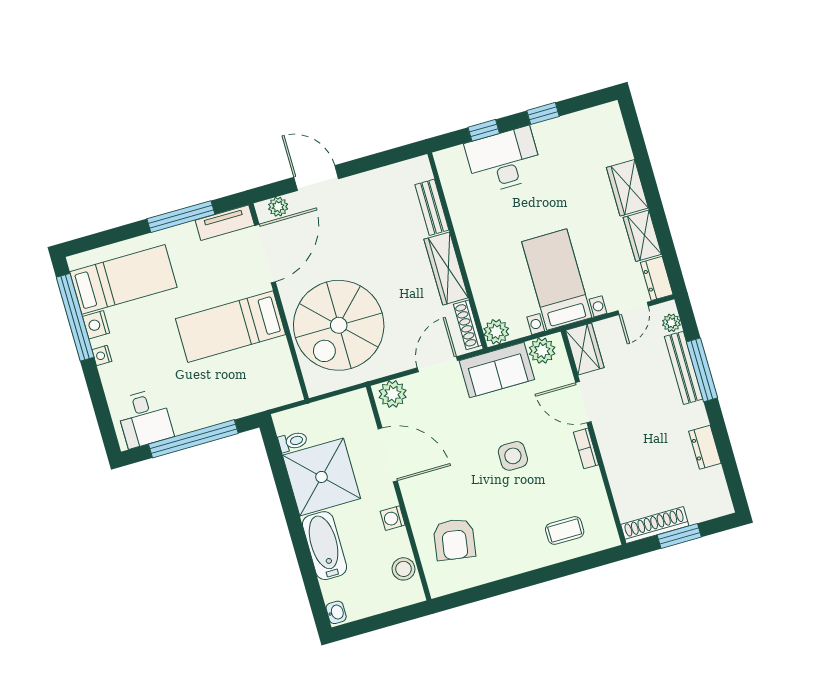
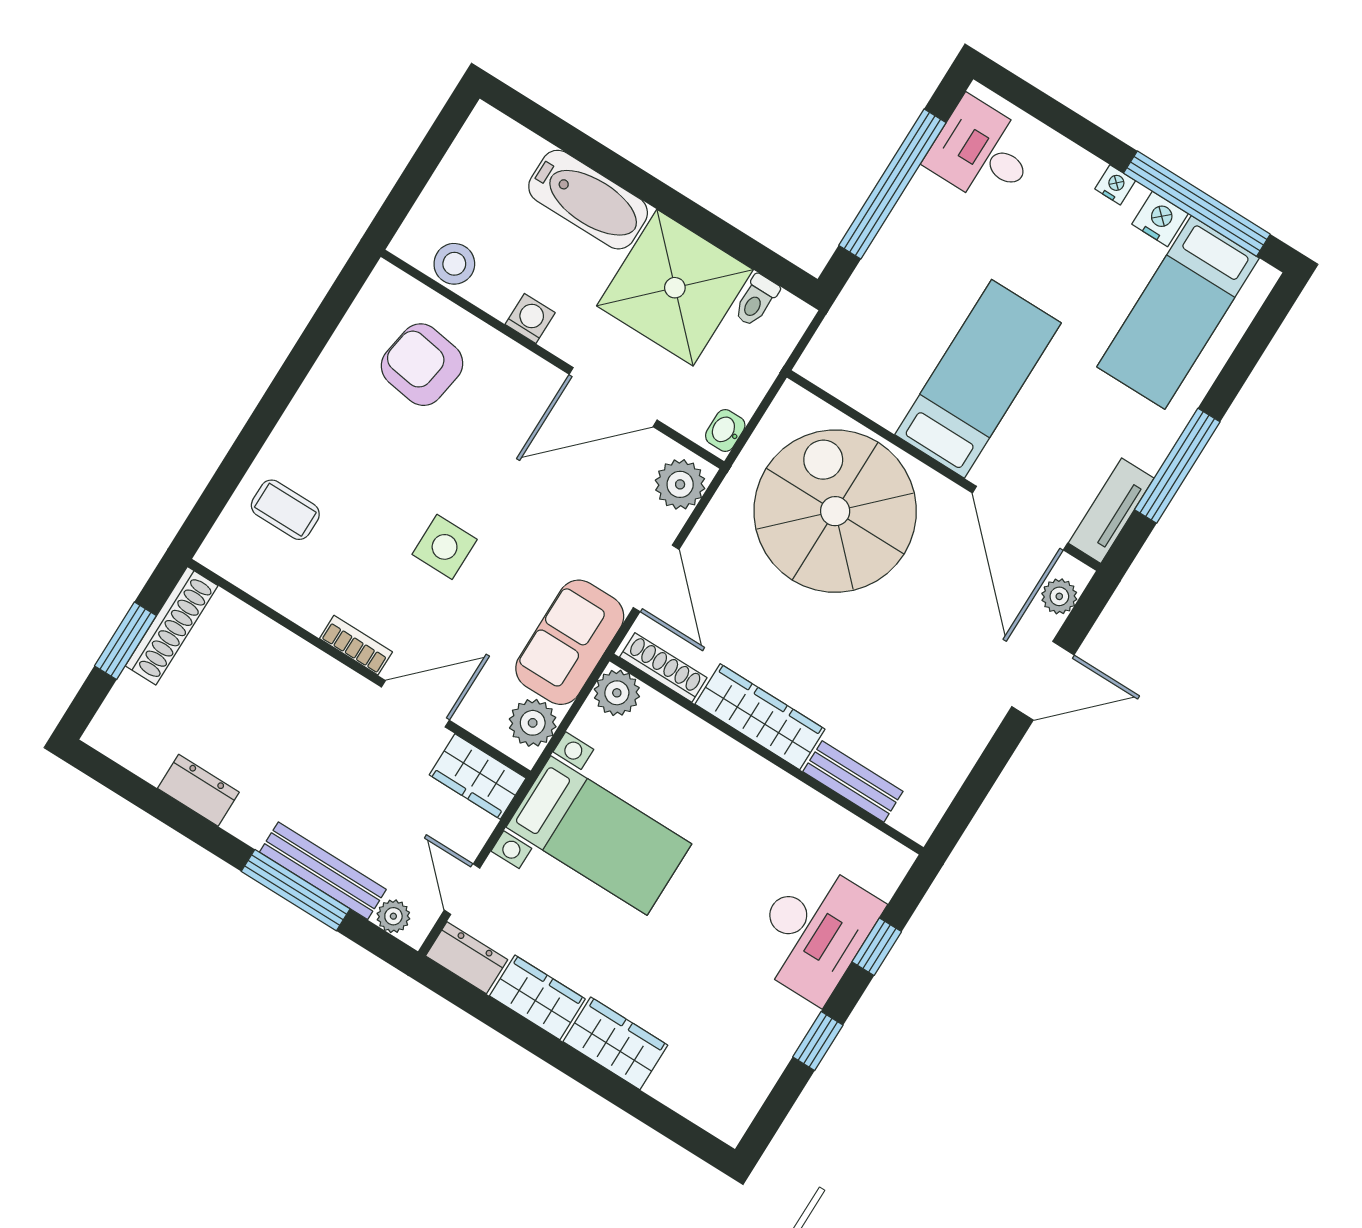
coffee table: (565, 530) -> (285, 510), turned 90
washbasin: (336, 612) -> (725, 431), moved, turned 90

